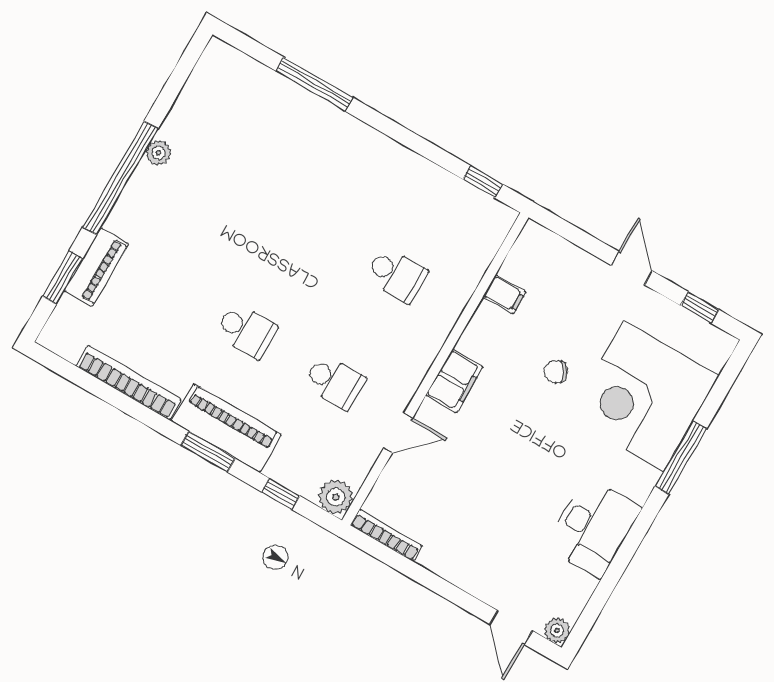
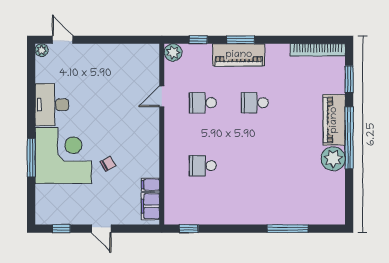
plant: (159, 153) -> (333, 159), width x1.87, depth x1.87
piano: (96, 267) -> (334, 120), moved, width x1.37, depth x1.33
filing cabinet: (454, 381) -> (150, 206), moved
bookcase: (129, 383) -> (318, 50), moved
corner desk: (644, 396) -> (63, 155), moved
bookcase: (386, 535) -> (141, 48), removed

